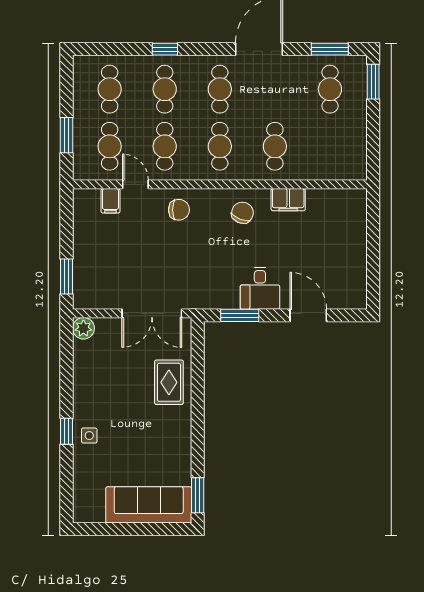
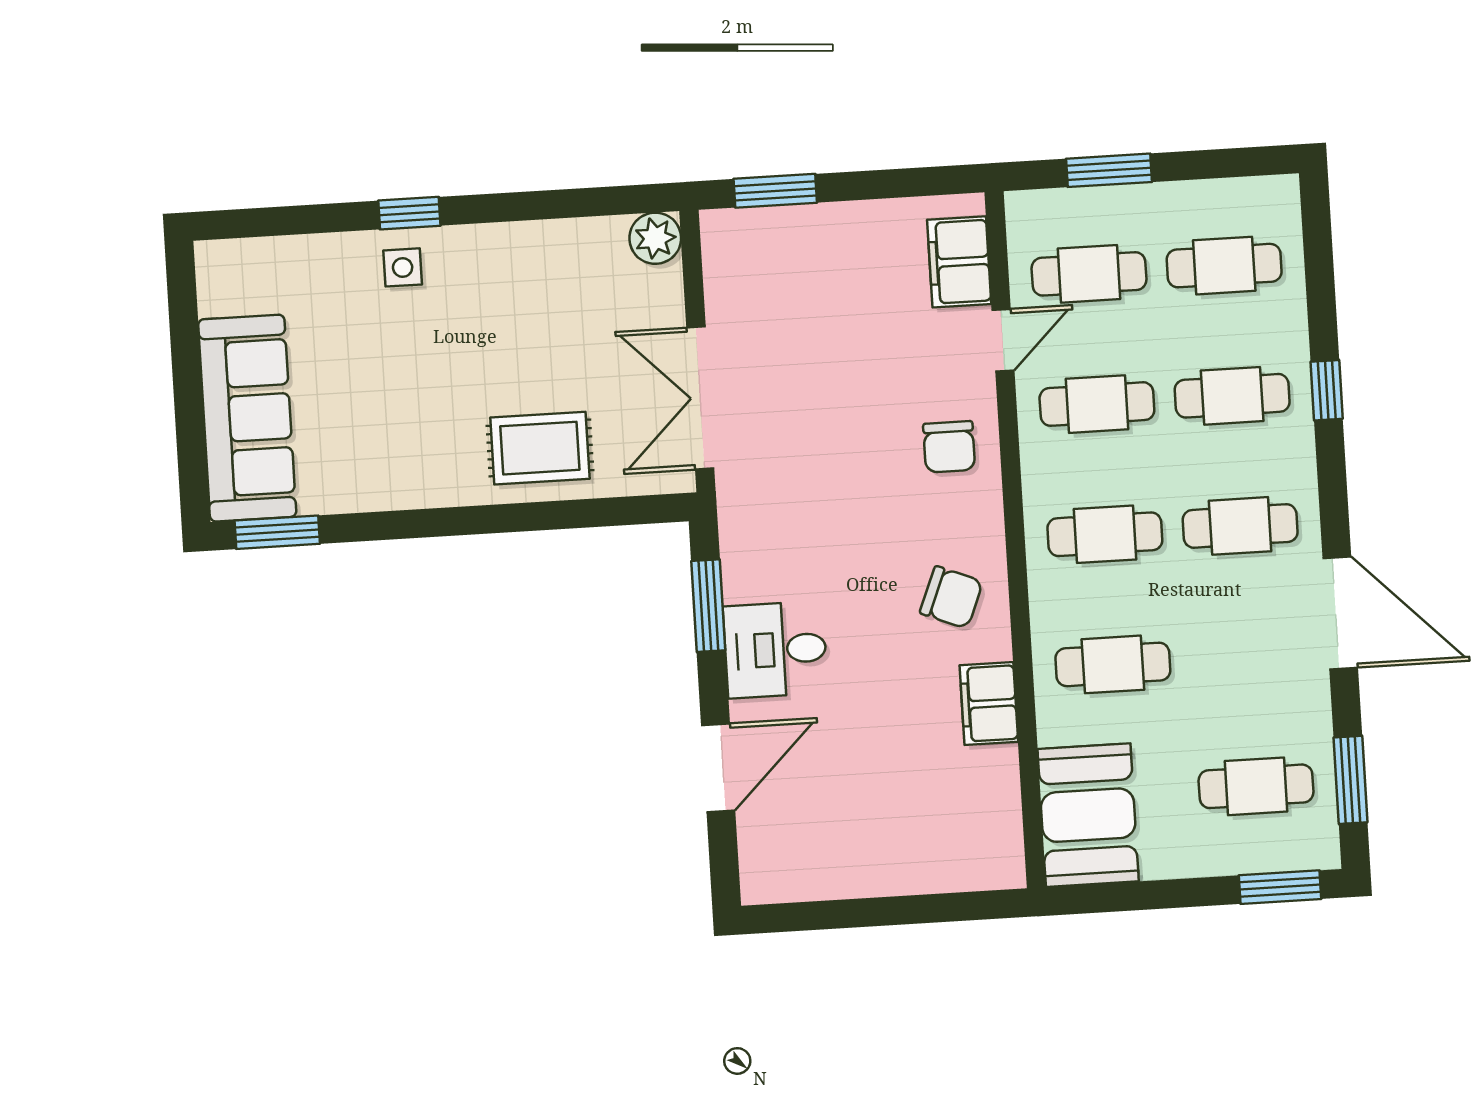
booth: (338, 161) -> (1088, 815), added
filing cabinet: (111, 201) -> (959, 262), width x2.00

